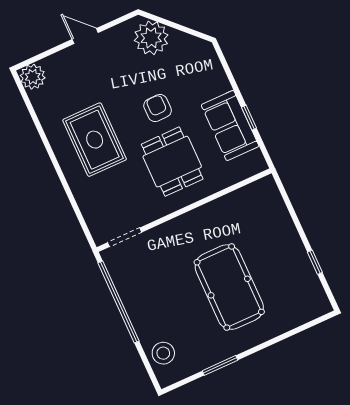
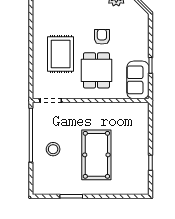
sofa: (230, 125) -> (138, 80), moved
rug: (95, 140) -> (61, 54), moved
stool: (163, 353) -> (53, 149), moved

